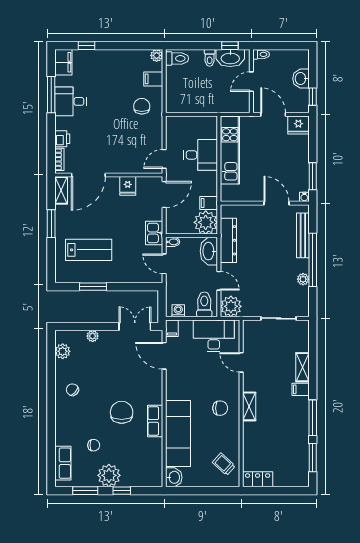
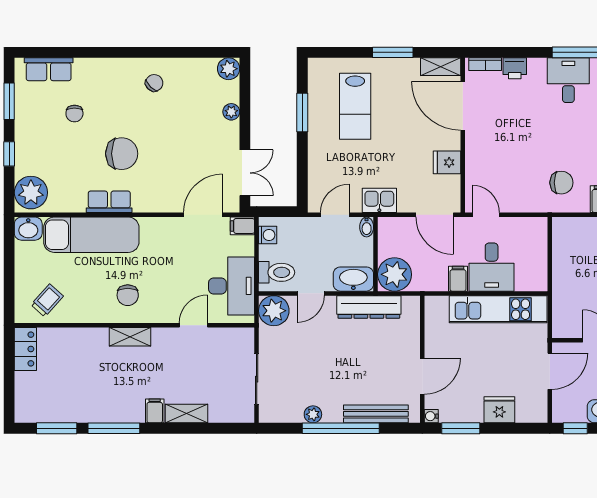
fridge: (298, 125) -> (499, 410), moved, turned 90
filing cabinet: (209, 203) -> (458, 279), moved
plant: (63, 351) -> (229, 69), moved
plant: (109, 475) -> (31, 193), moved

